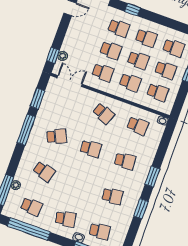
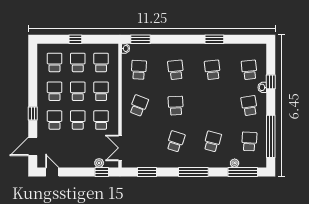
window: (26, 130) -> (193, 172), moved
school desk: (57, 136) -> (176, 141), turned 42
window: (152, 177) -> (141, 39), moved

